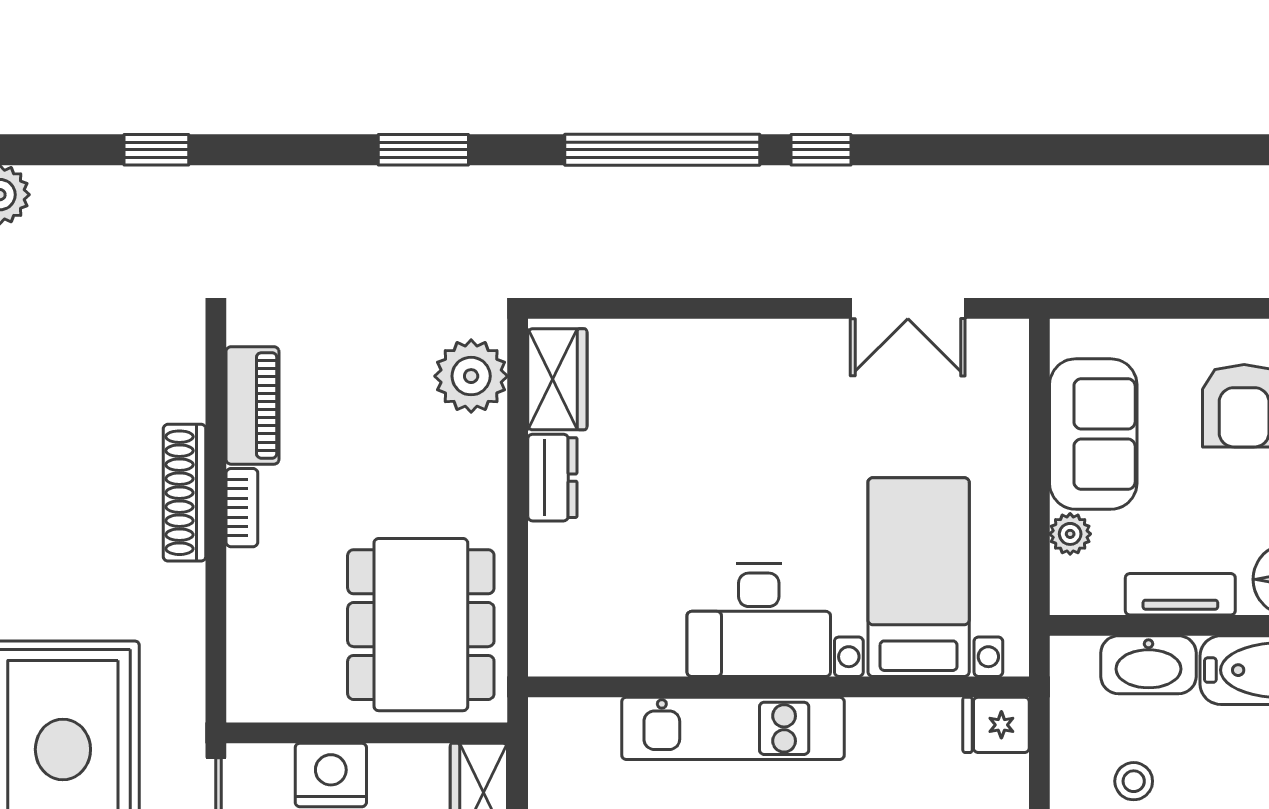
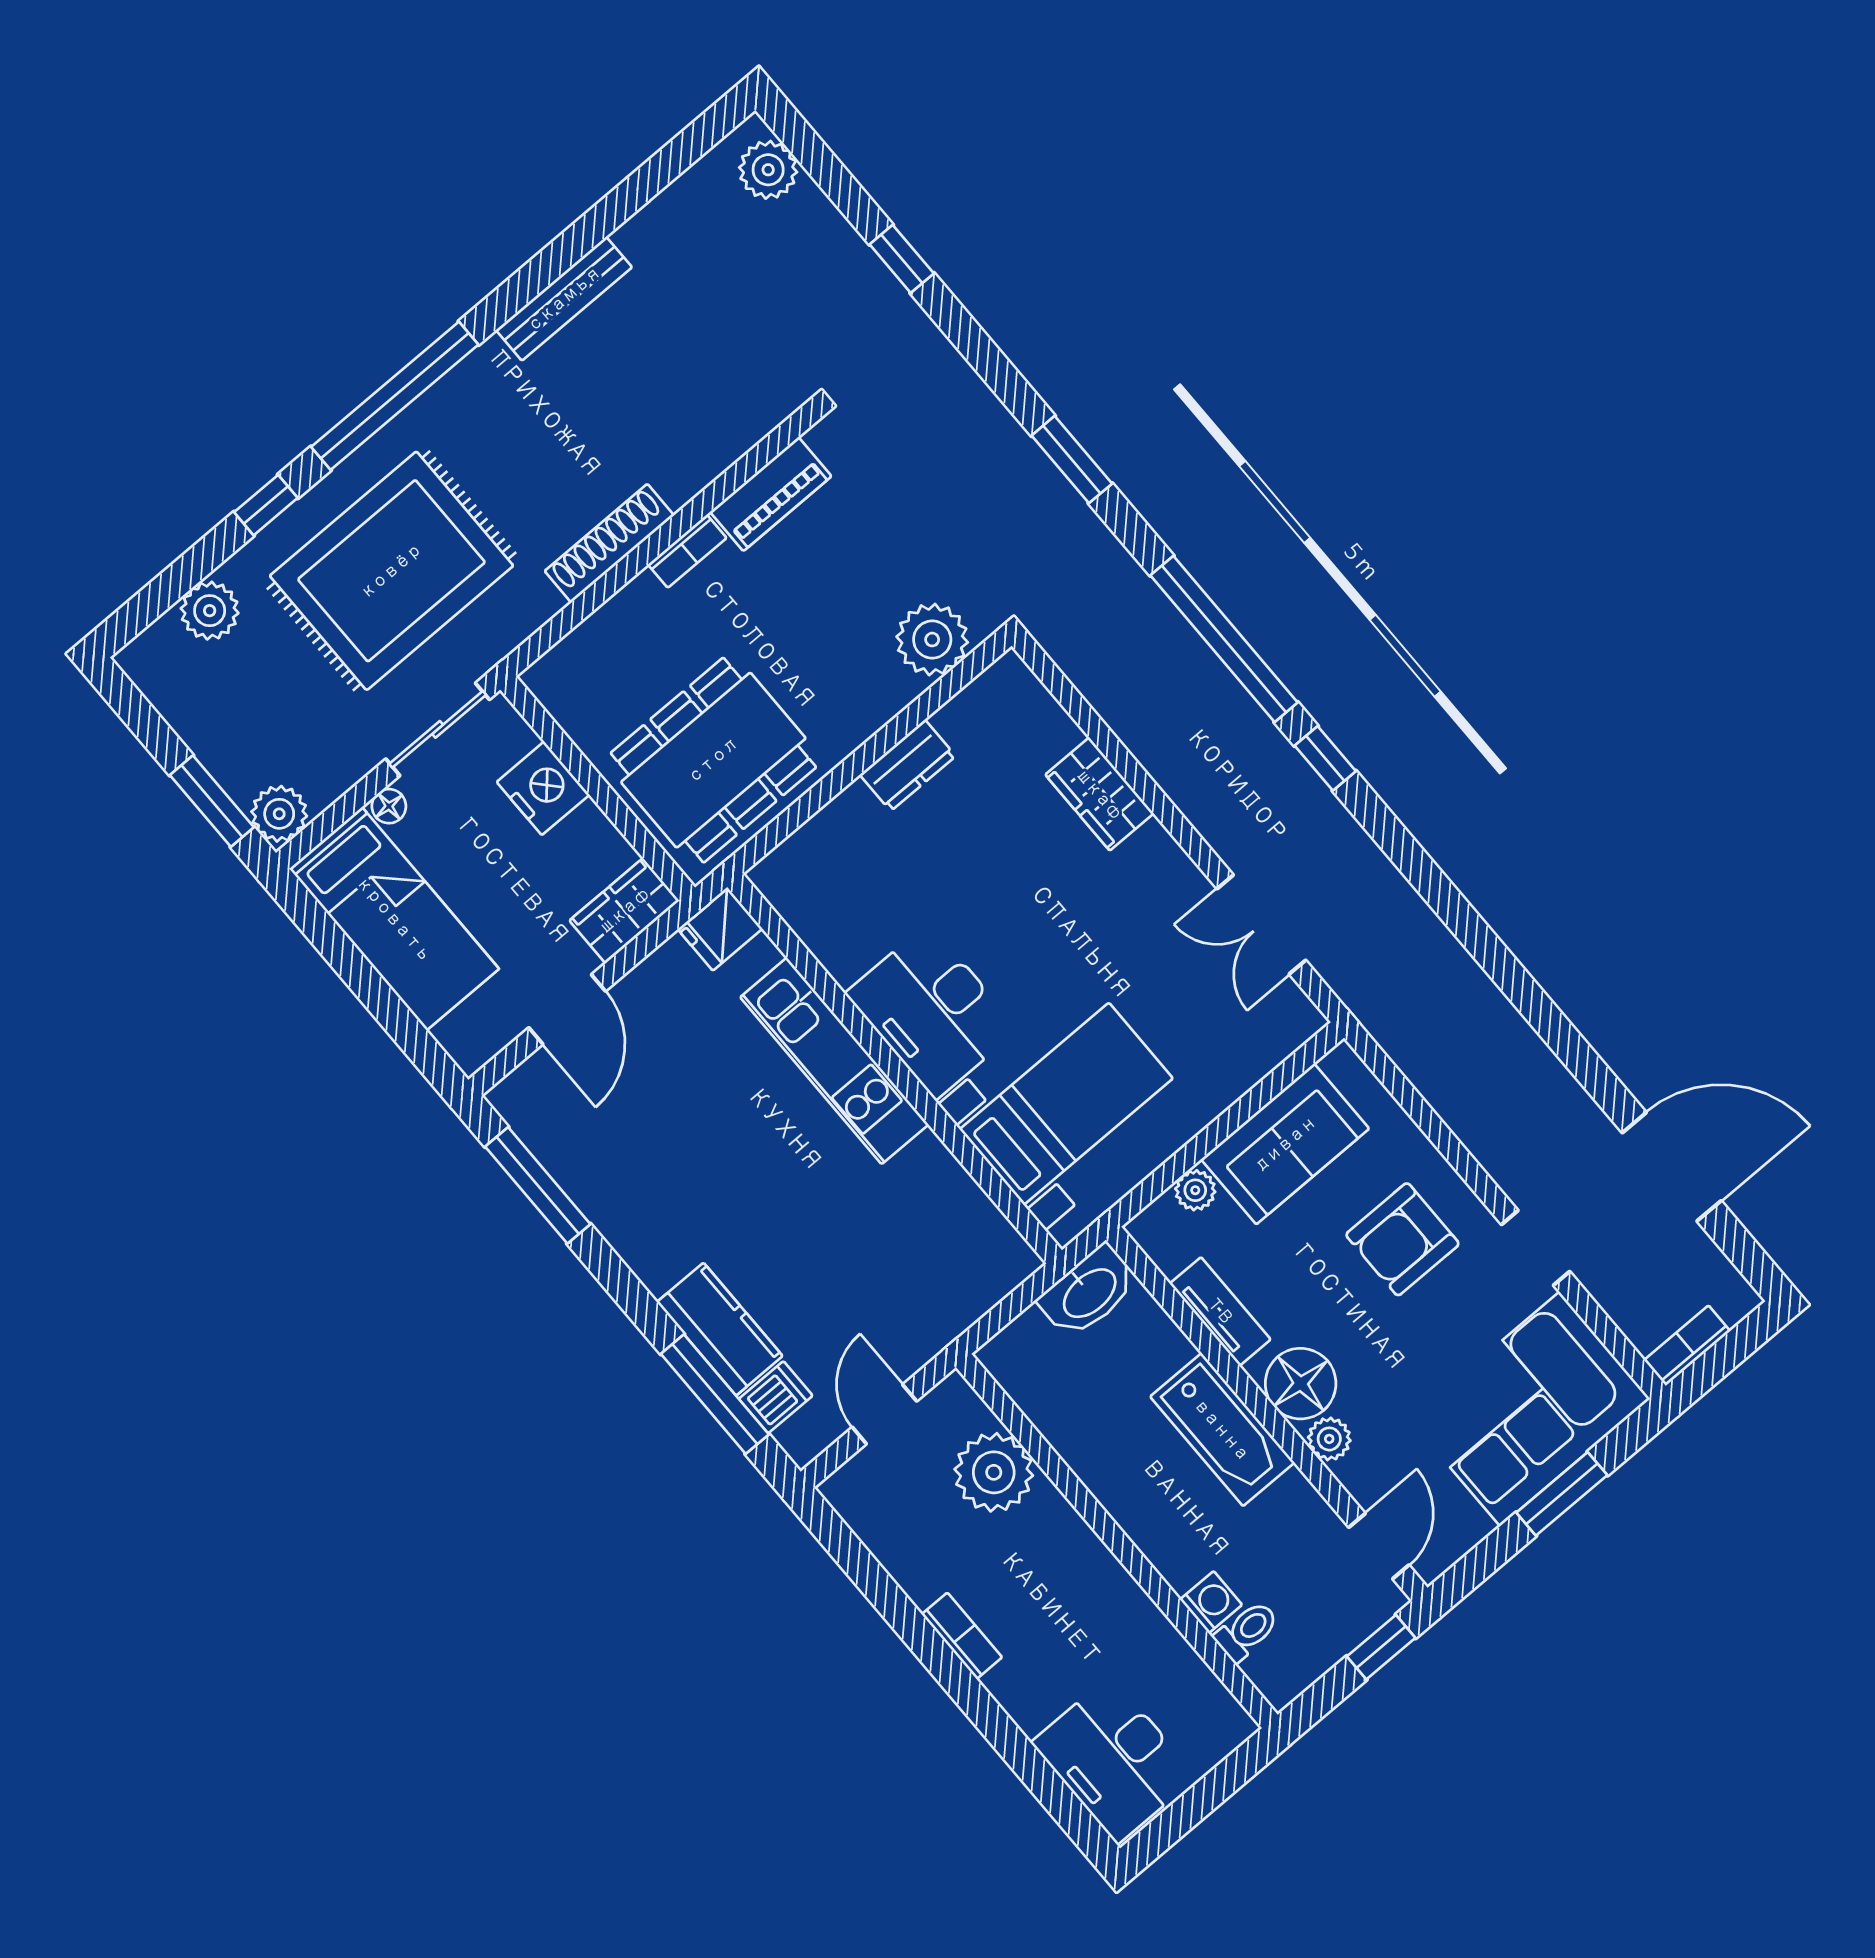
wardrobe: (557, 379) -> (1099, 794), moved, turned 90
shoe rack: (185, 493) -> (609, 543), moved
washbasin: (1149, 665) -> (1089, 1292), moved, turned -90
fridge: (996, 725) -> (720, 929), moved, turned -90
stool: (1134, 781) -> (1050, 1396), removed

